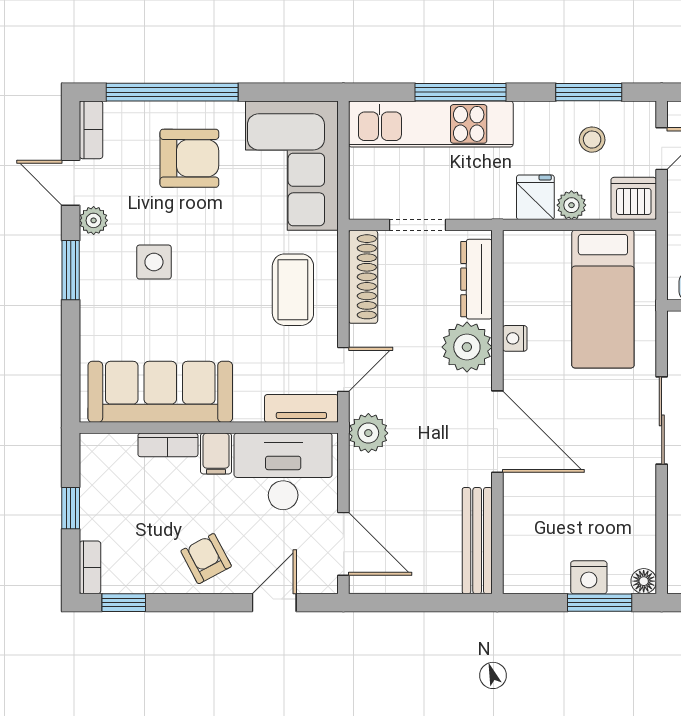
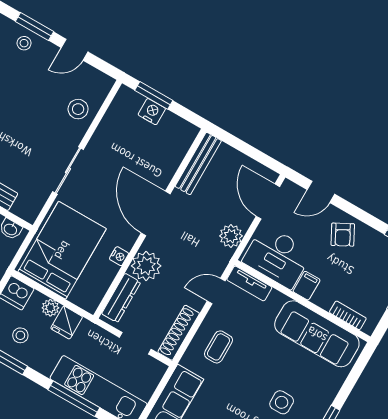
coffee table: (293, 290) -> (218, 347), width x0.73, depth x0.77
bed: (603, 299) -> (62, 250), width x1.50
plant: (368, 433) -> (231, 236), moved
bookcase: (168, 445) -> (348, 315), moved
floor lamp: (644, 581) -> (125, 93), removed

